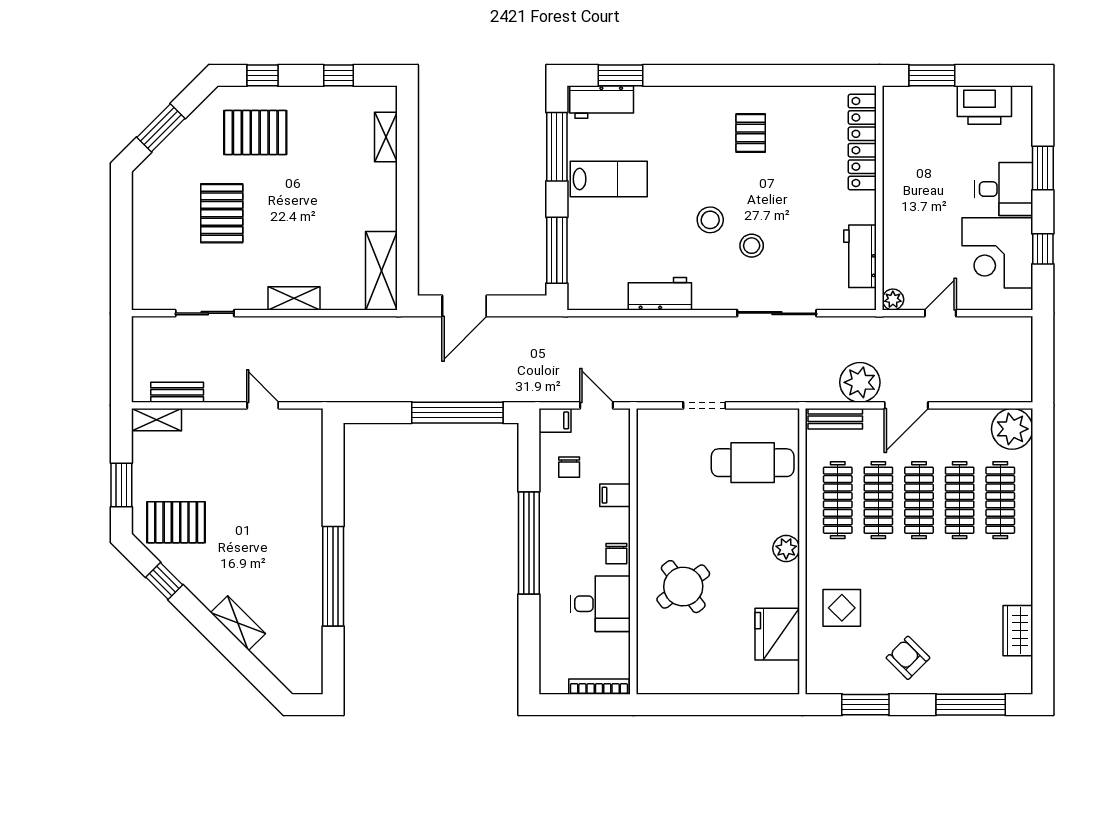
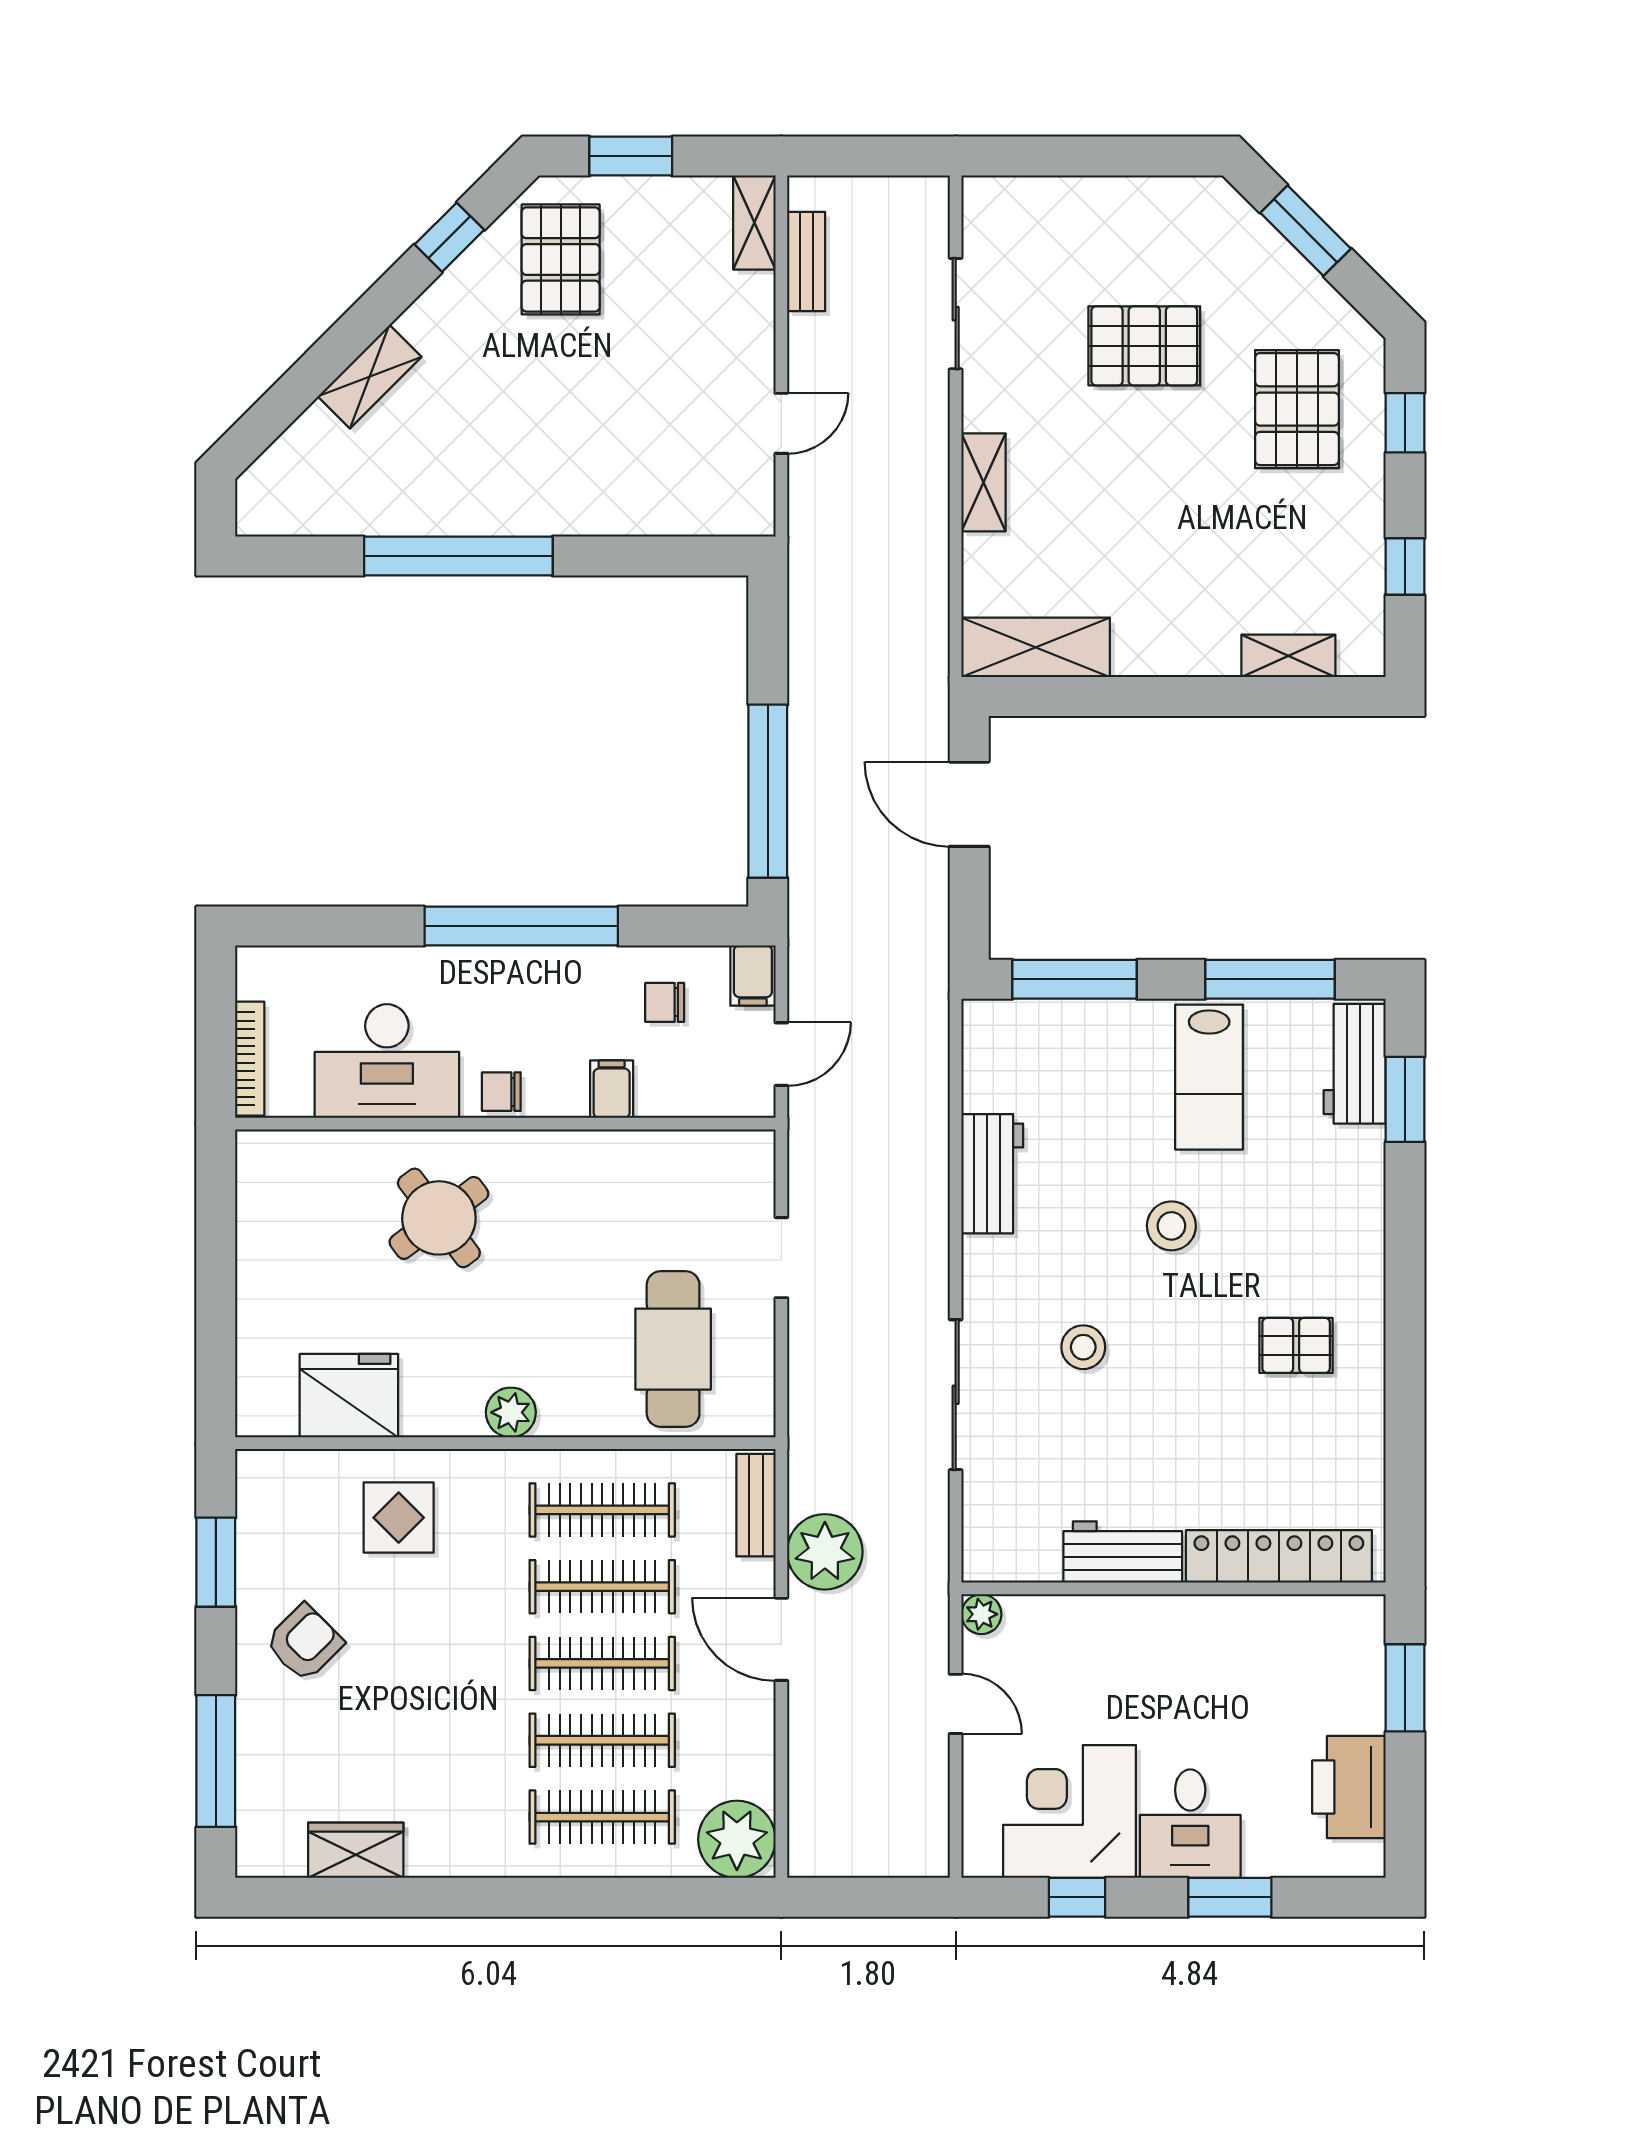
stool: (710, 220) -> (1171, 1226), moved
workbench: (860, 256) -> (1123, 1552), moved
desk: (600, 604) -> (387, 1061), width x1.37

